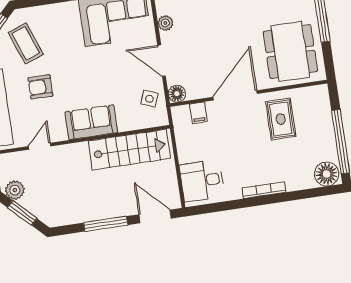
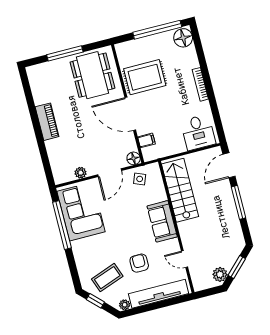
dining table: (290, 51) -> (92, 75), turned 90
armchair: (40, 87) -> (139, 263), turned 180
rug: (281, 119) -> (145, 77), width x1.36, depth x1.43

